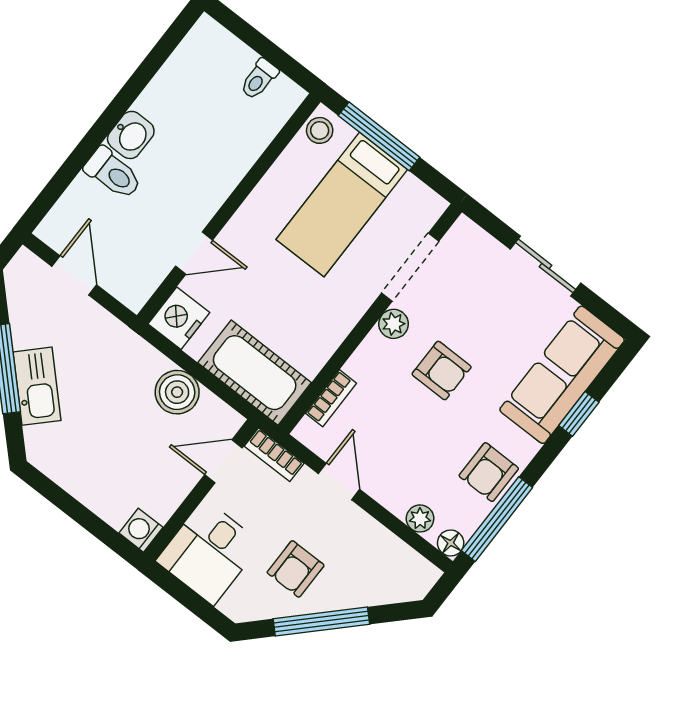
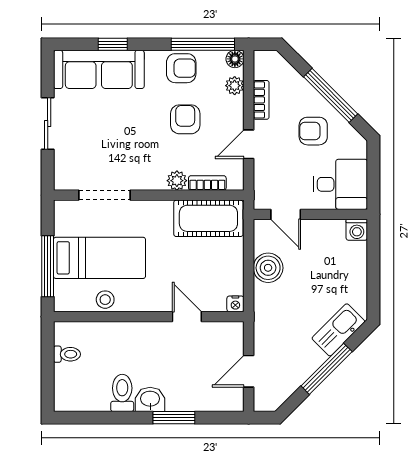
stool: (320, 130) -> (105, 300), moved
window: (88, 146) -> (174, 418), added
toilet: (113, 173) -> (122, 393), moved
nightstand: (179, 318) -> (235, 304), width x0.53, depth x0.56
plant: (394, 324) -> (177, 181), moved
armchair: (442, 370) -> (185, 119), moved
cot: (255, 373) -> (208, 218), moved, turned 90
kitchen sink: (37, 386) -> (338, 330), moved
bookcase: (274, 455) -> (261, 100), moved
armchair: (296, 569) -> (313, 131), turned 180

